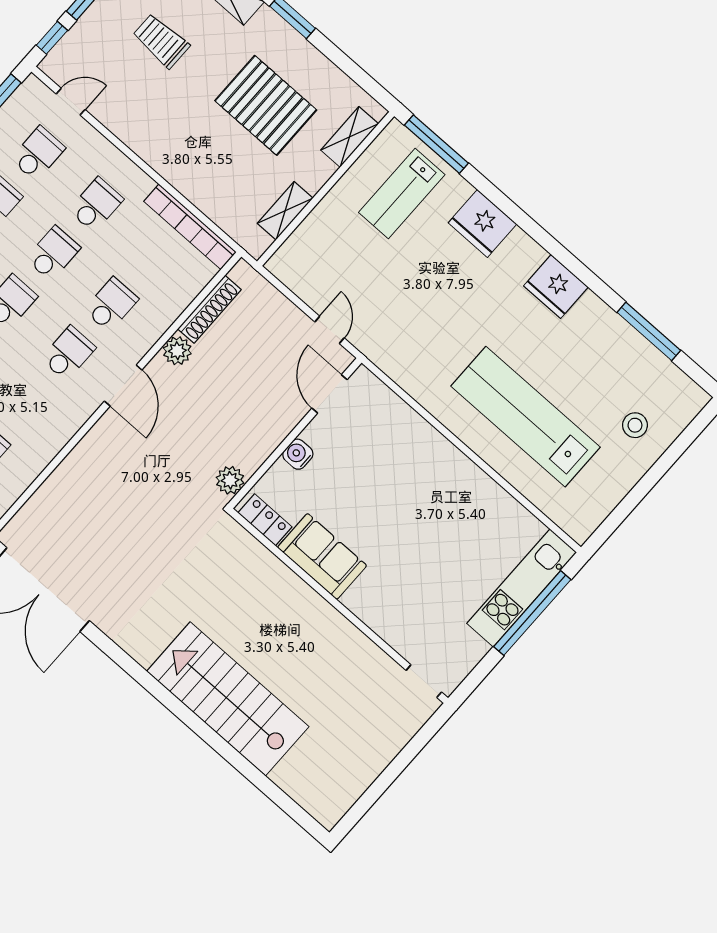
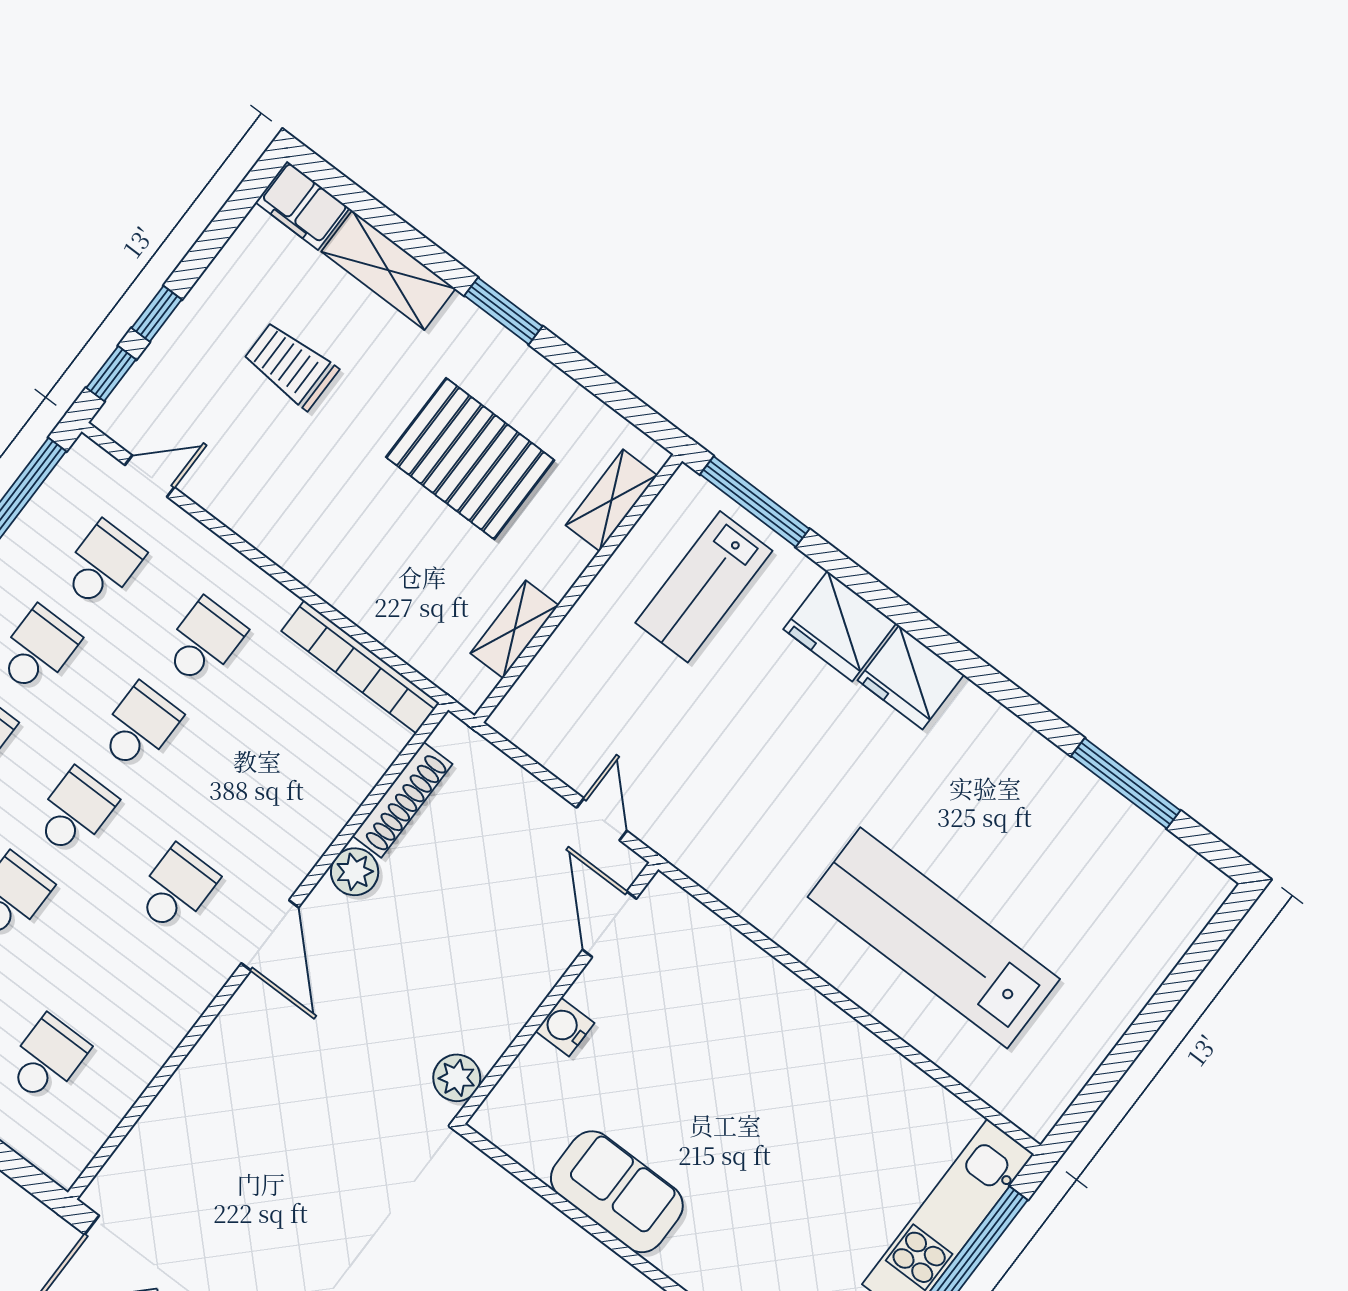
fridge: (556, 287) -> (911, 678), moved
school desk: (111, 305) -> (241, 804), removed
stool: (635, 425) -> (1114, 939), removed
locker: (265, 520) -> (519, 1139), removed

